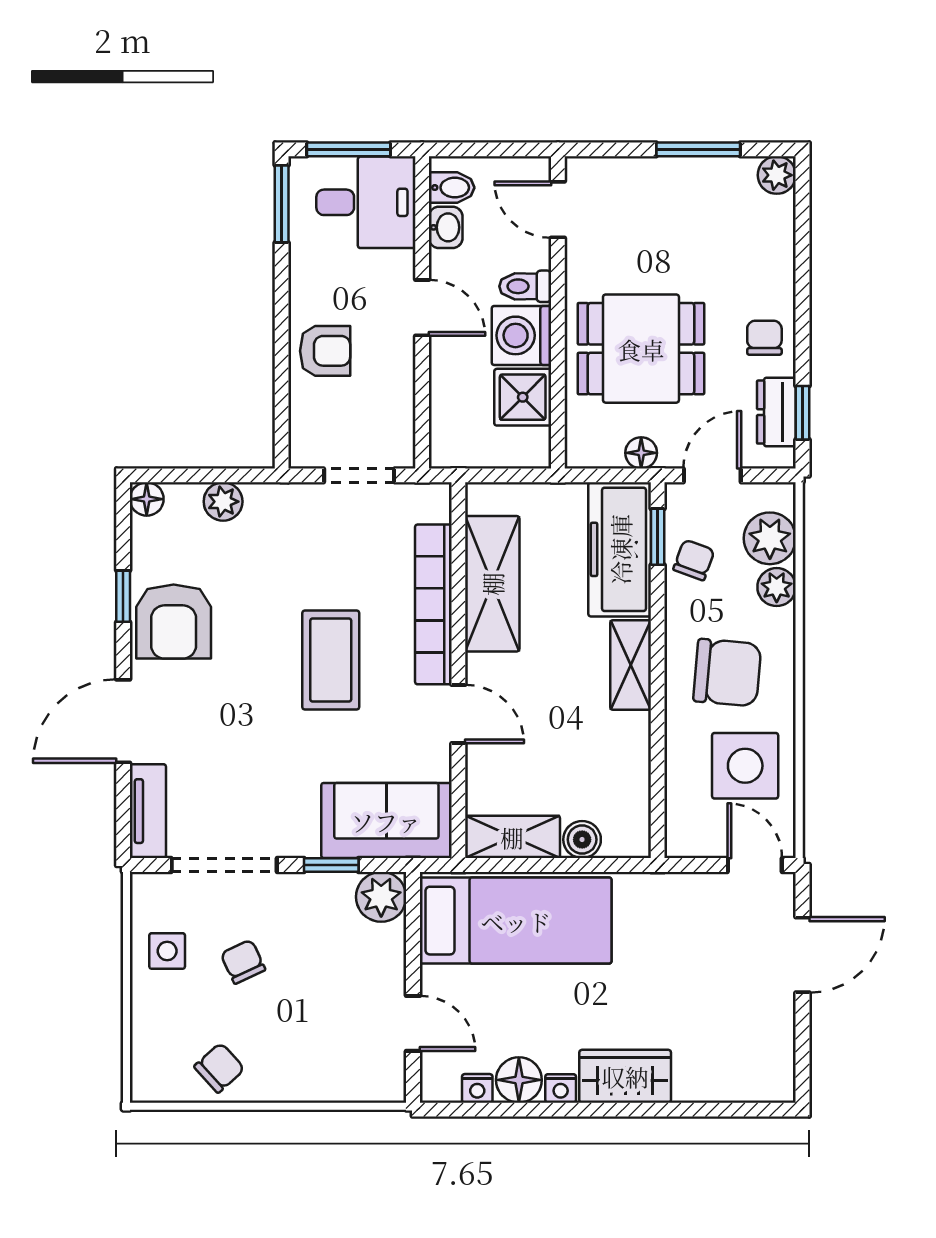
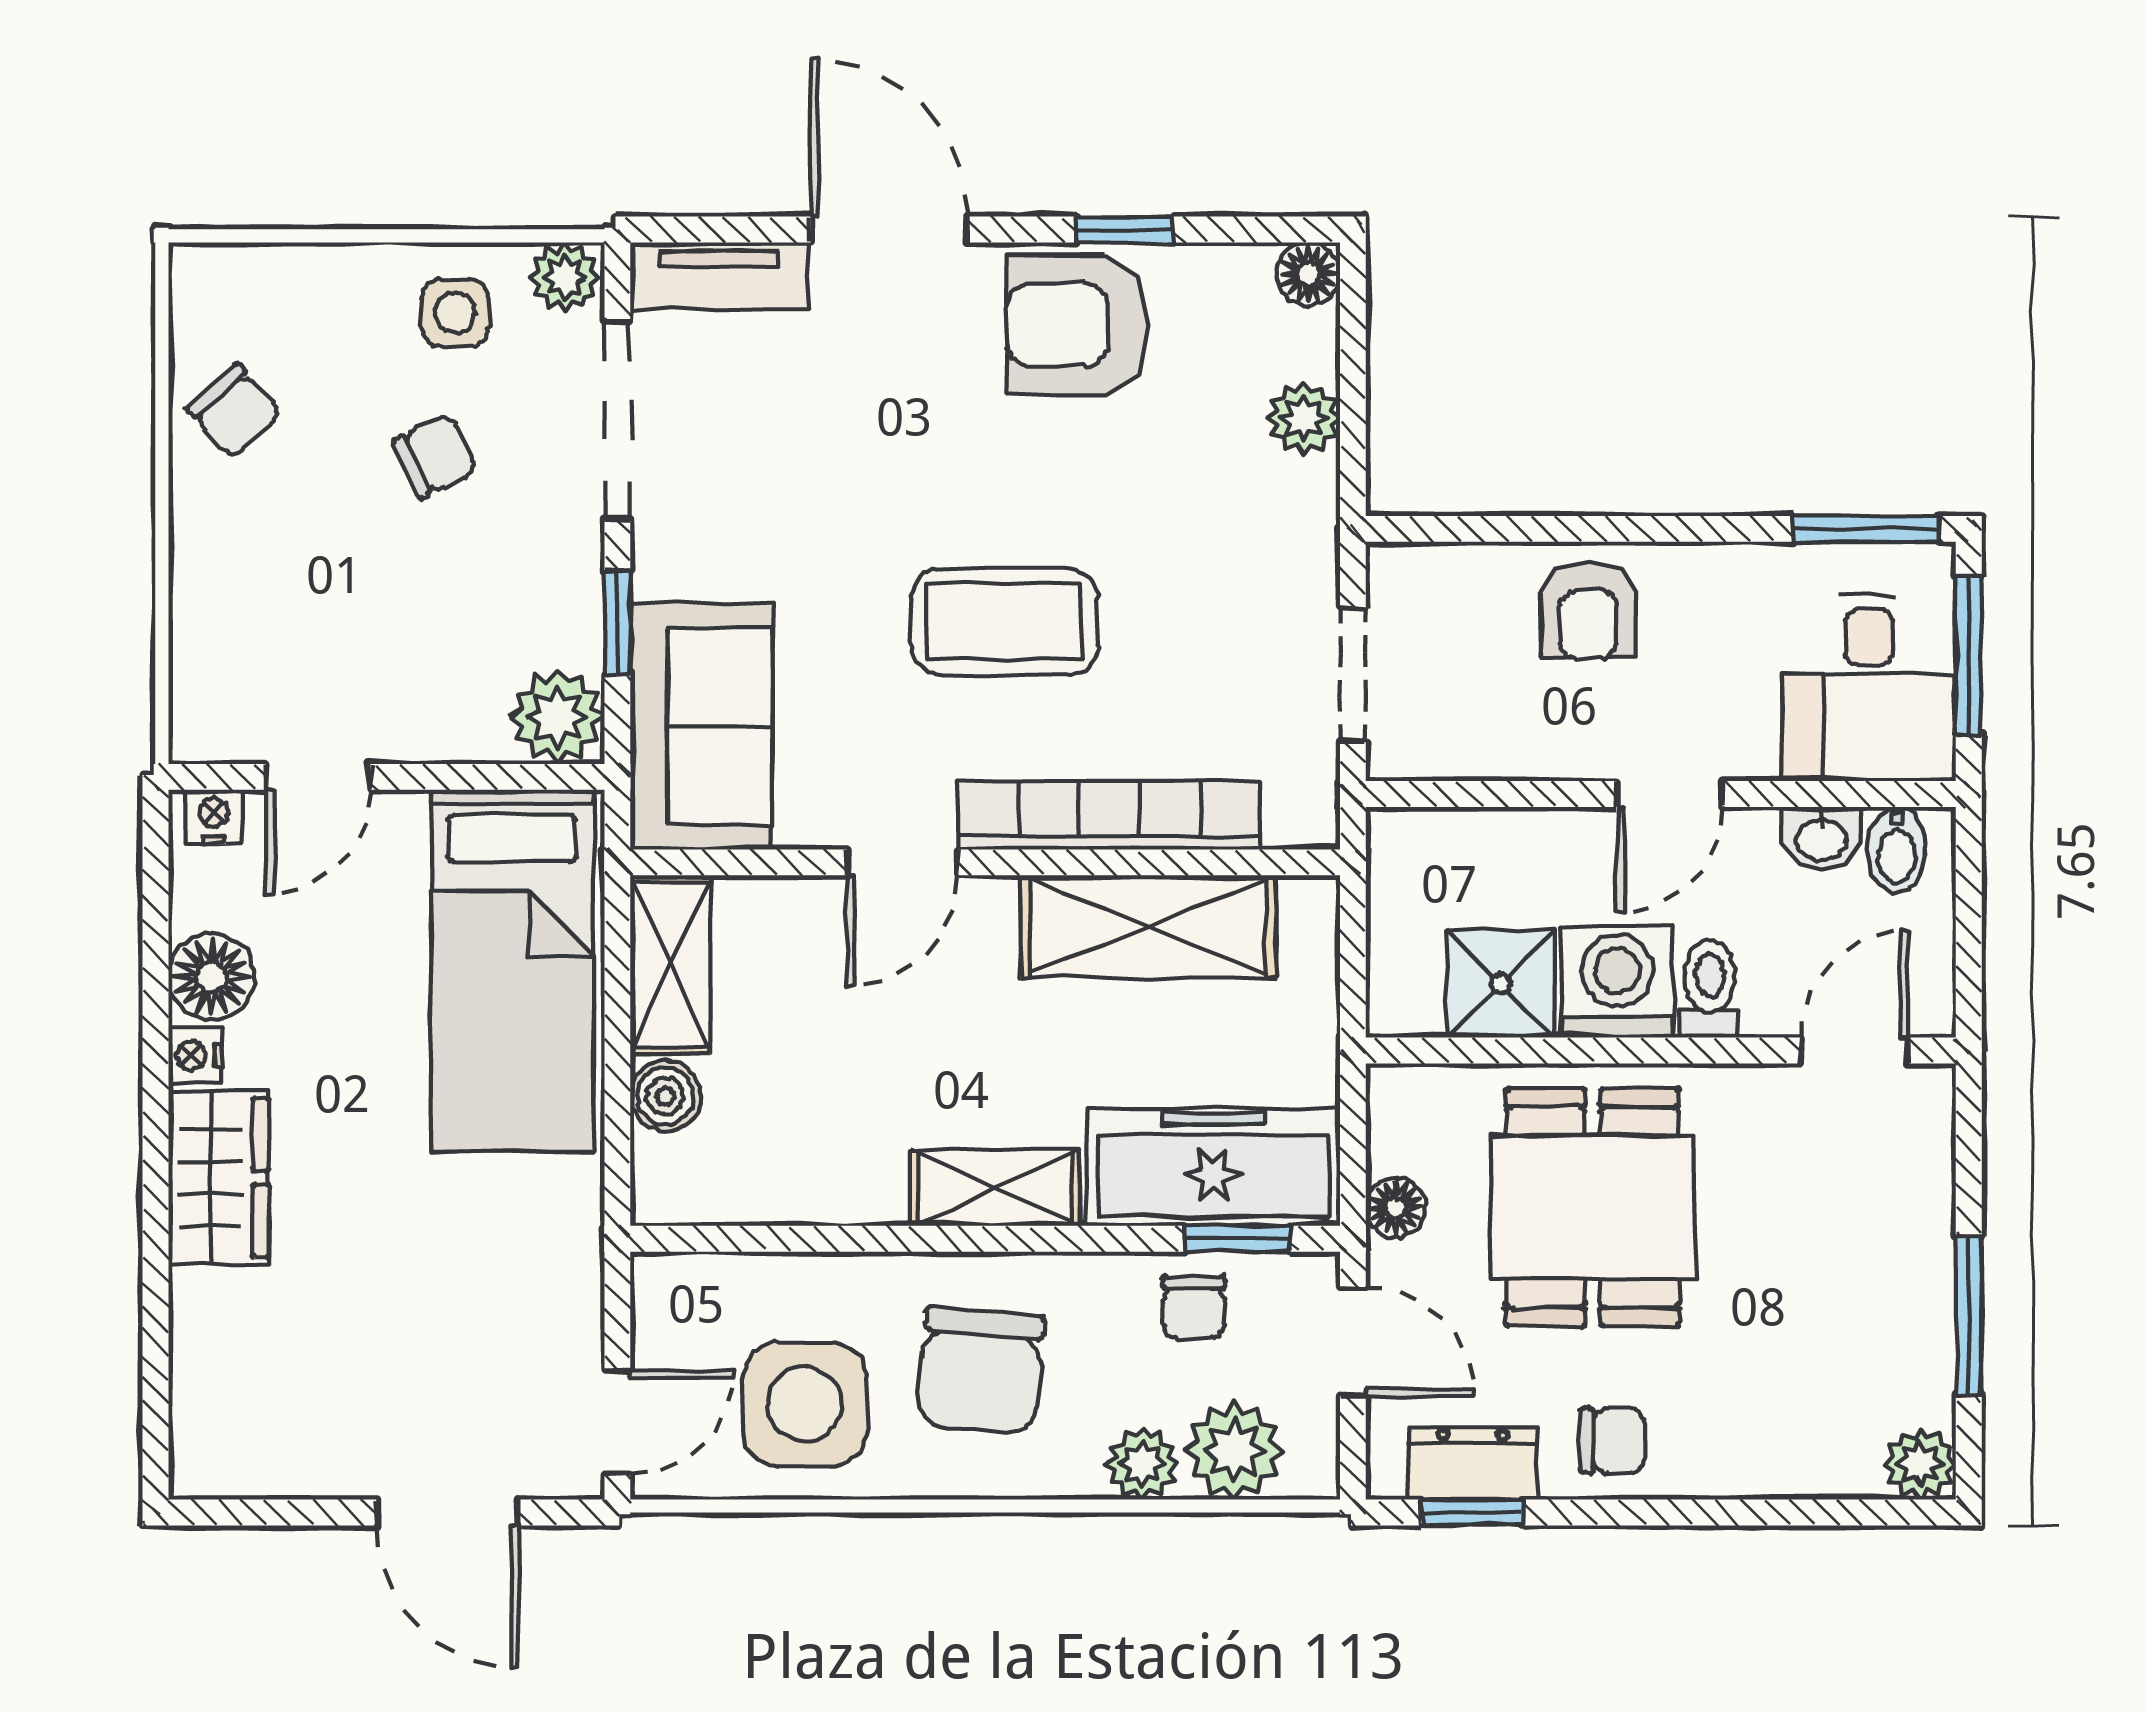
chair: (694, 560) -> (1193, 1307), turned 70
plant: (148, 893) -> (564, 277), added
nightstand: (477, 1088) -> (214, 817), moved, turned 90

